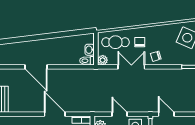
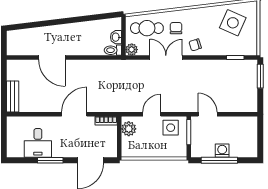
door: (55, 114) -> (74, 114), hinge flipped
door: (120, 114) -> (152, 114), hinge flipped

